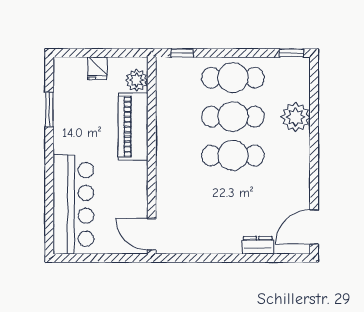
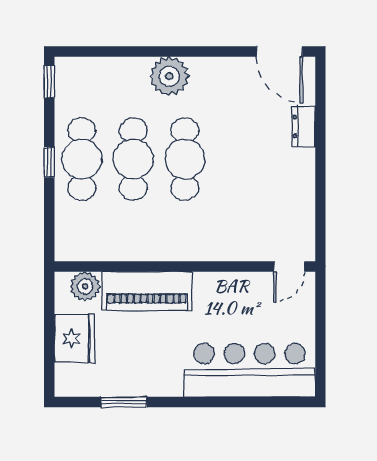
window: (182, 53) -> (49, 162), moved
fridge: (97, 68) -> (75, 339), width x1.88, depth x1.34
plant: (296, 117) -> (169, 76), moved
door: (152, 234) -> (289, 266), width x0.73

